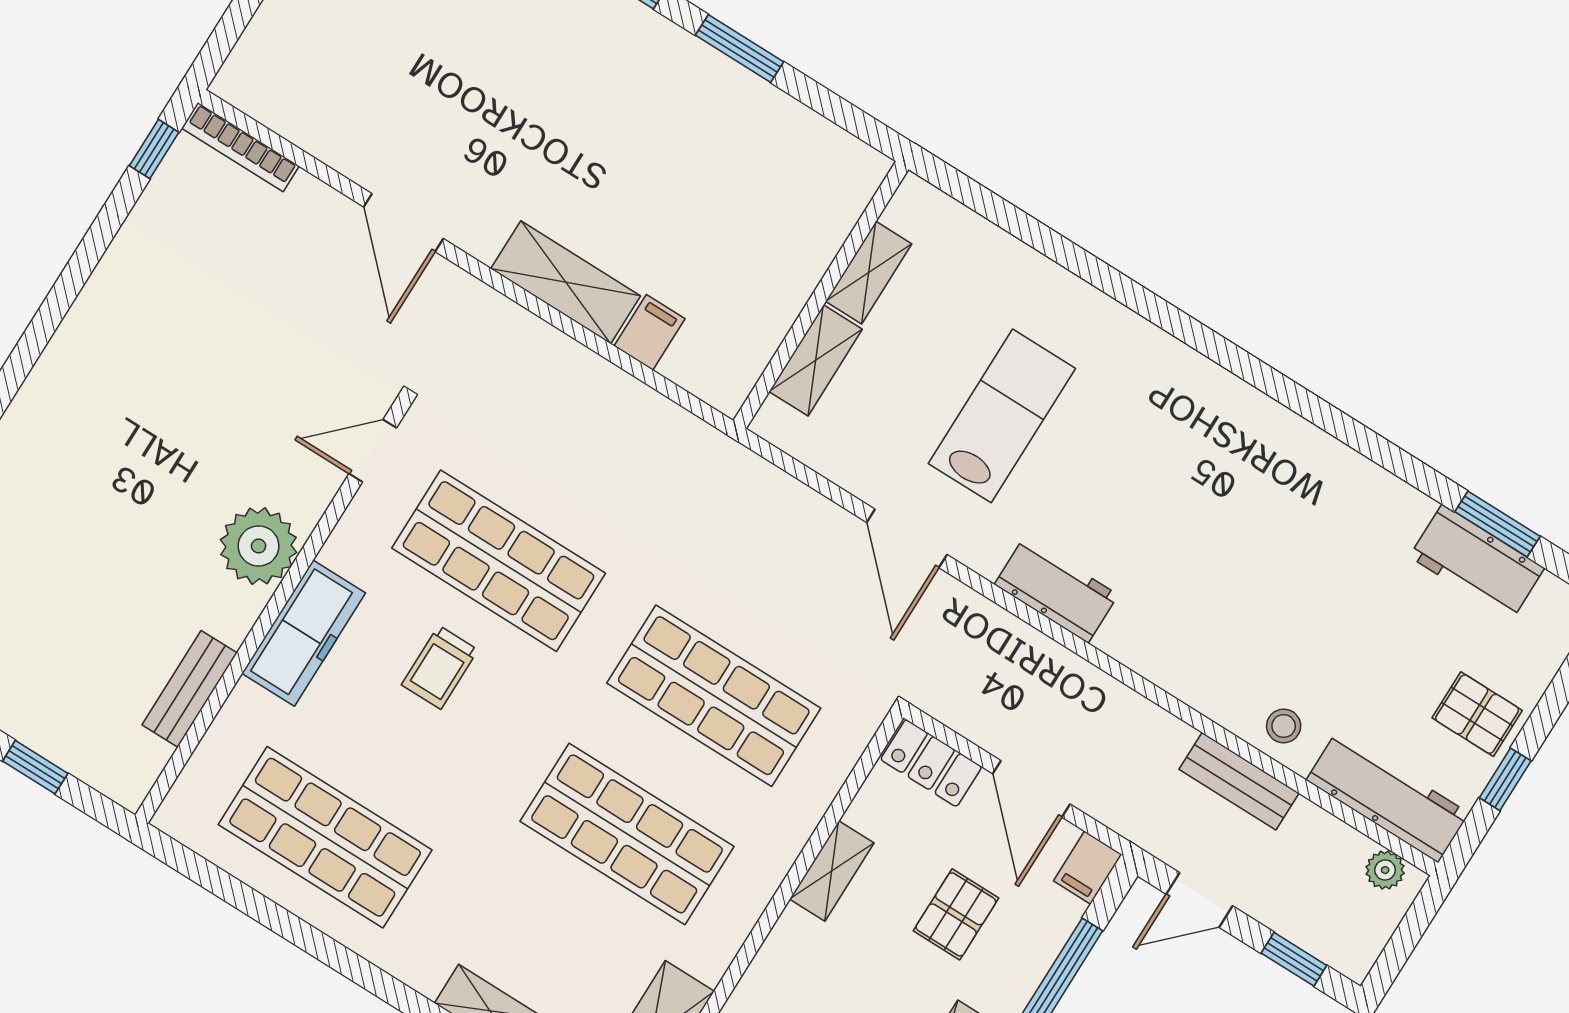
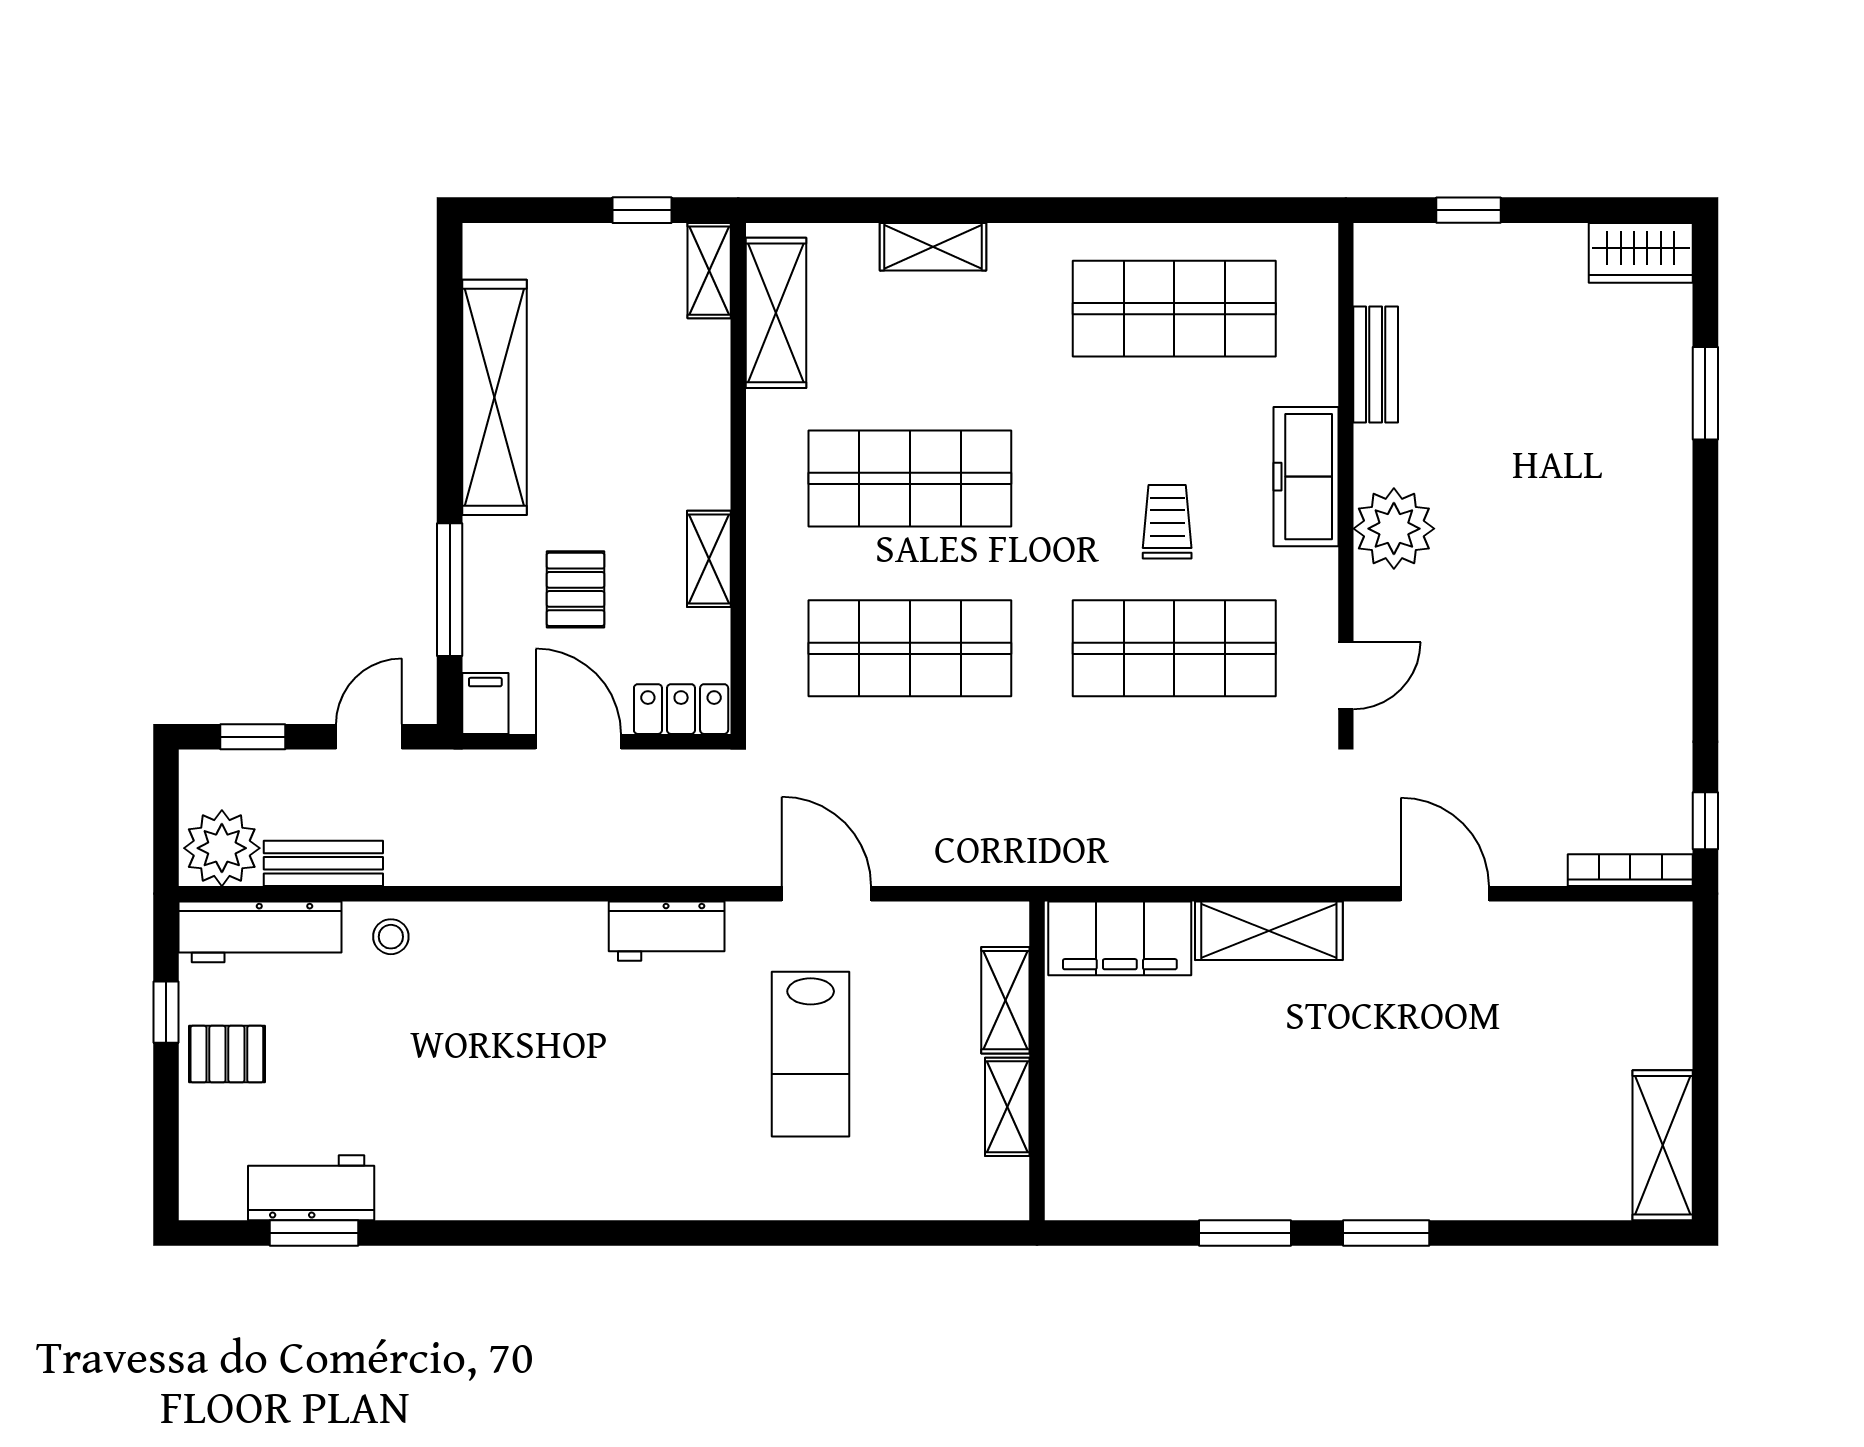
filing cabinet: (649, 332) -> (1120, 938), width x3.00, depth x1.17
bench: (1239, 781) -> (323, 863), moved
plant: (1385, 870) -> (222, 848), width x1.88, depth x1.88

